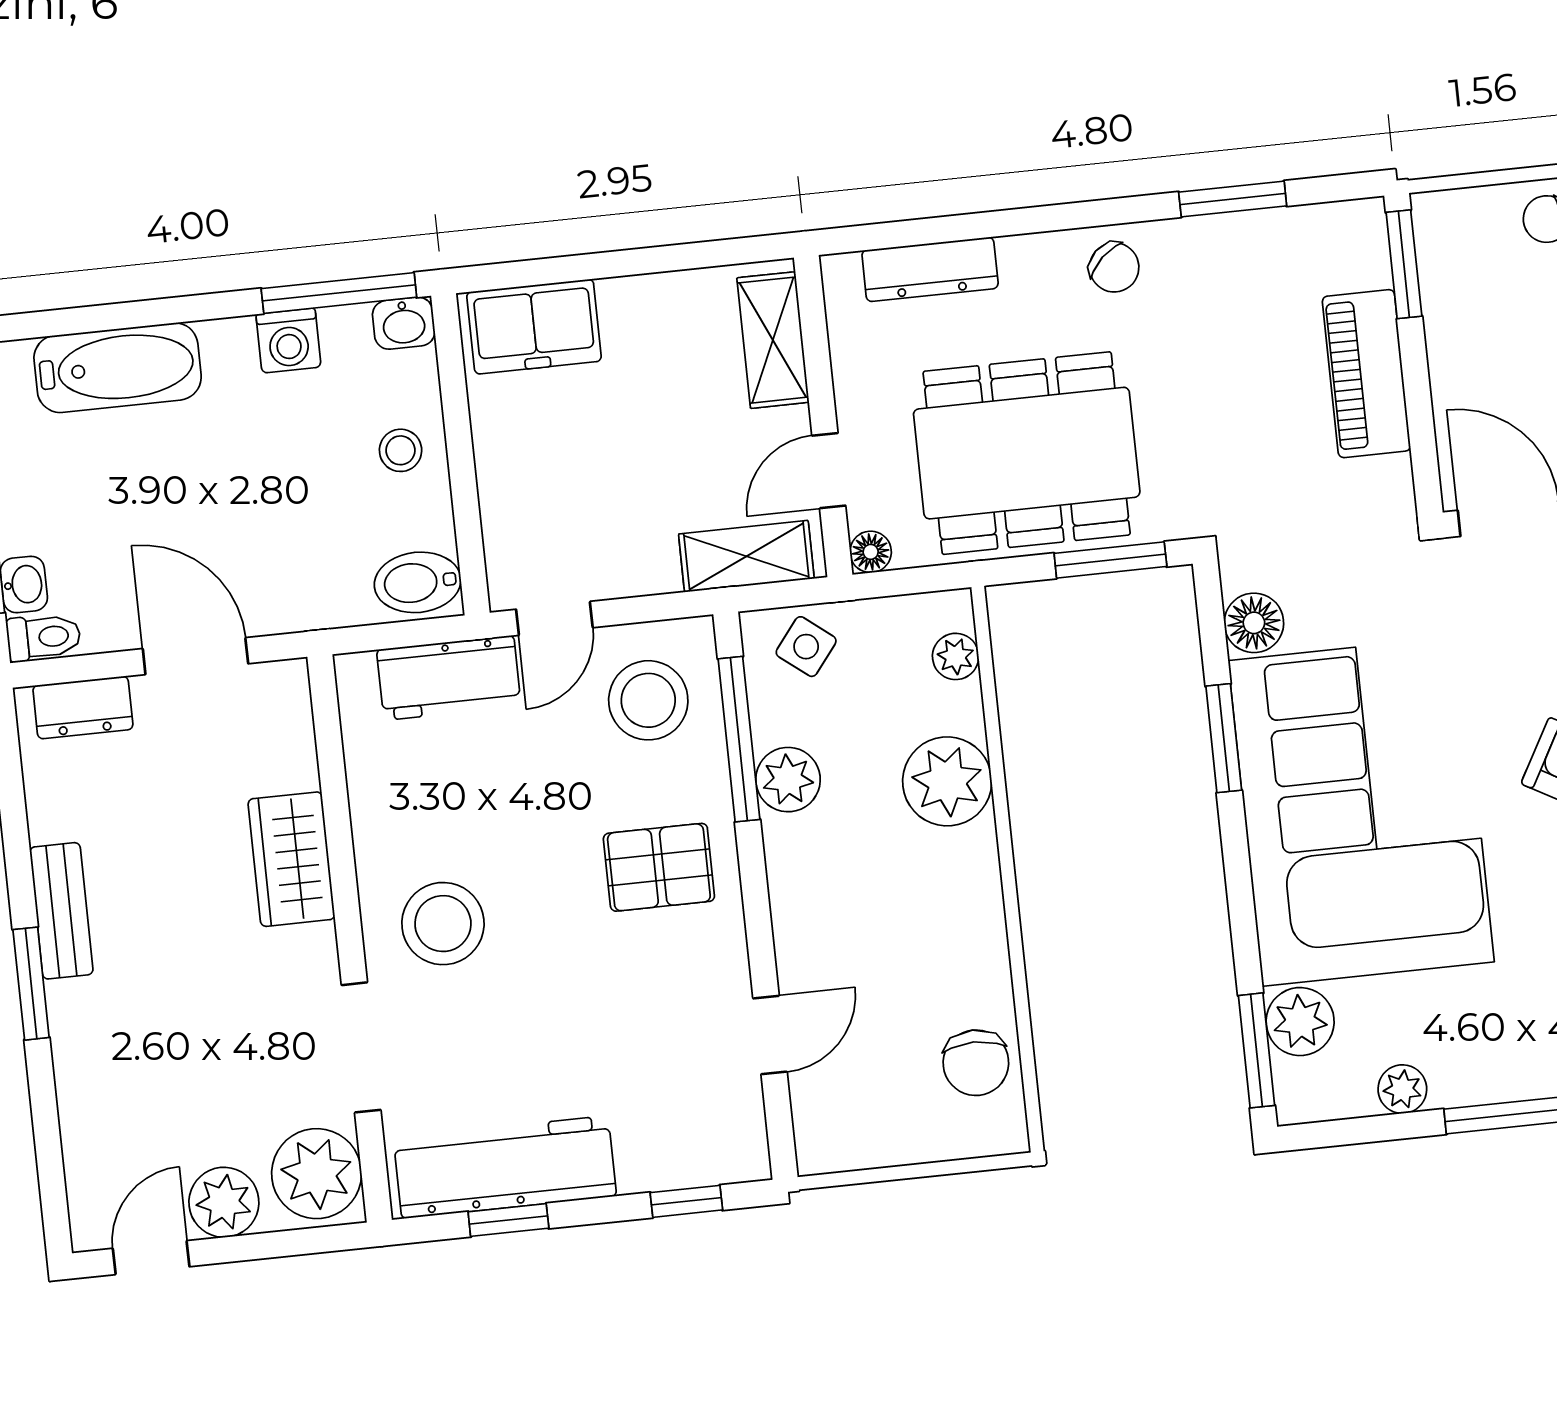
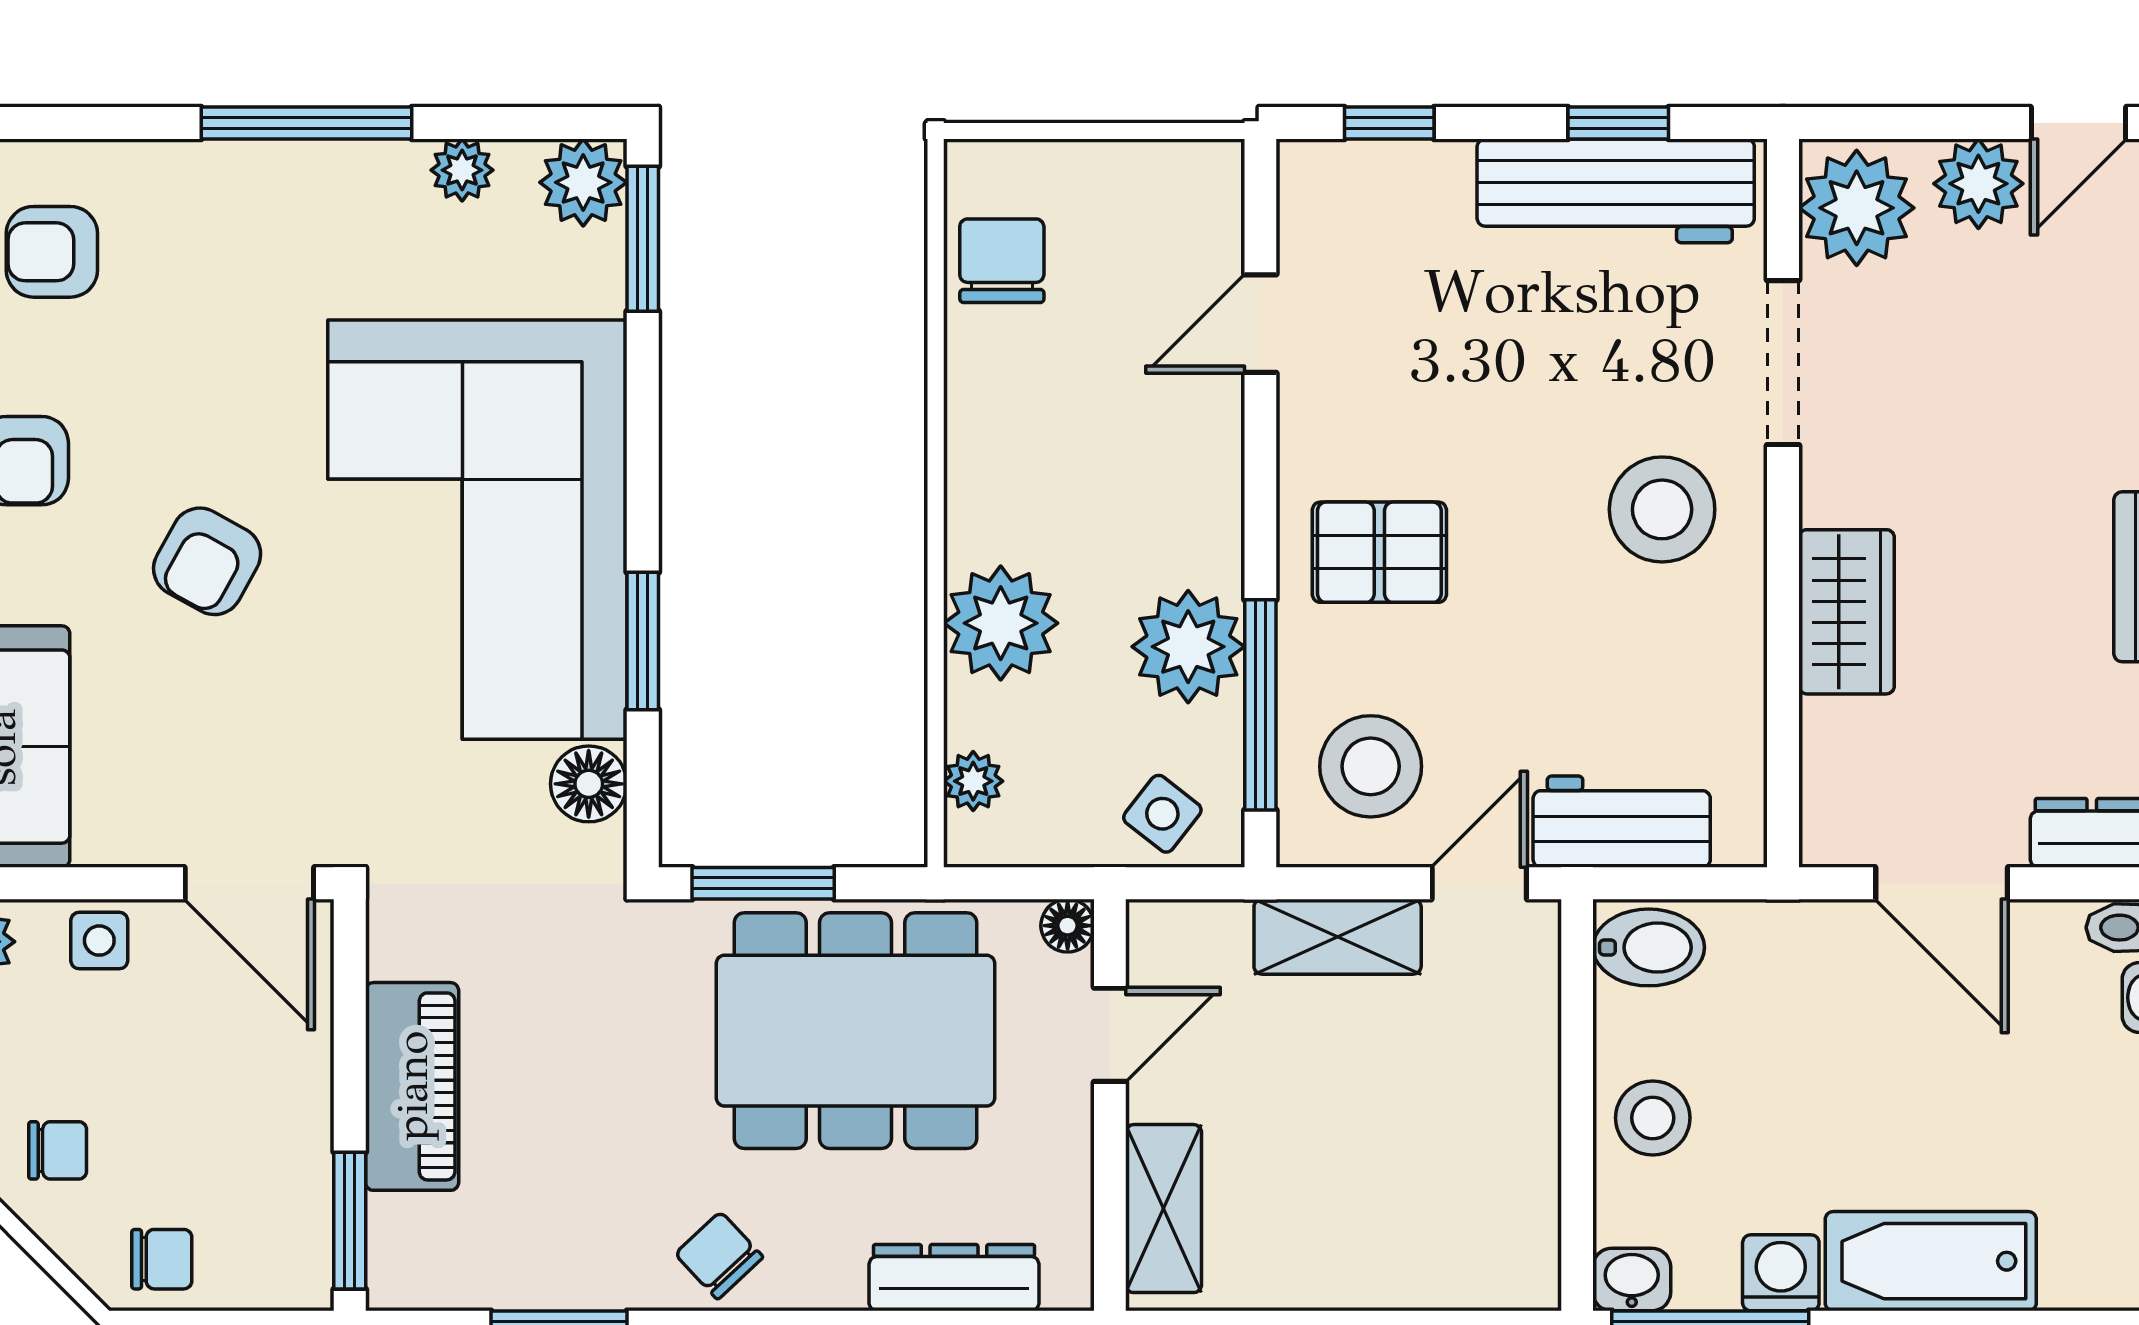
freezer: (534, 327) -> (1466, 1258), removed
bathtub: (118, 368) -> (1931, 1261), moved
stool: (401, 450) -> (1653, 1118), width x1.37, depth x1.37
shelving: (746, 556) -> (1338, 937), moved
plant: (788, 780) -> (1188, 647), width x1.36, depth x1.36
plant: (1300, 1022) -> (583, 182), moved

